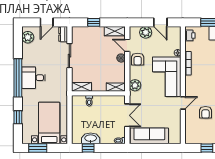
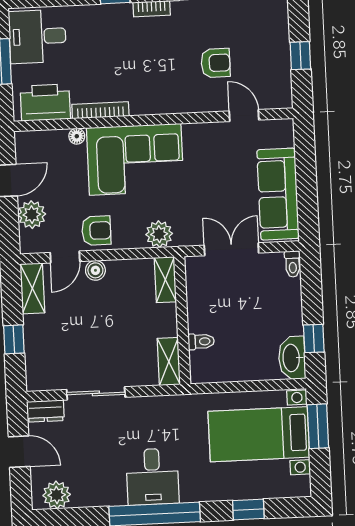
printer: (190, 35) -> (45, 102), width x1.87, depth x1.48
door: (183, 103) -> (244, 116), moved
washbasin: (91, 138) -> (292, 358), moved
window: (38, 148) -> (318, 426), moved

